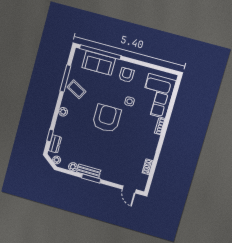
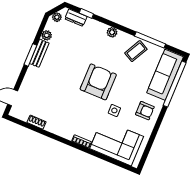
sofa: (99, 63) -> (165, 75), width x1.36
armchair: (107, 118) -> (98, 82), turned -90

